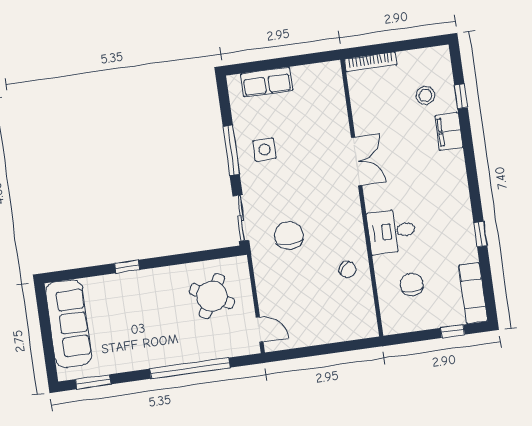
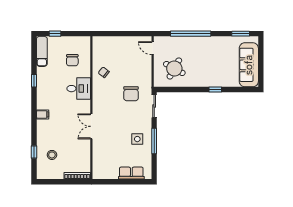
filing cabinet: (449, 131) -> (43, 114), moved, width x0.50

